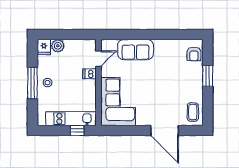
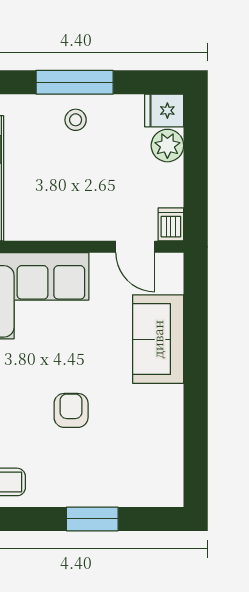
armchair: (194, 54) -> (71, 410), moved, turned 90
dishwasher: (89, 74) -> (171, 224), moved

